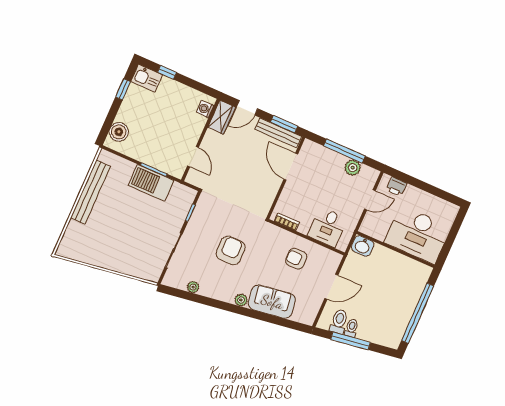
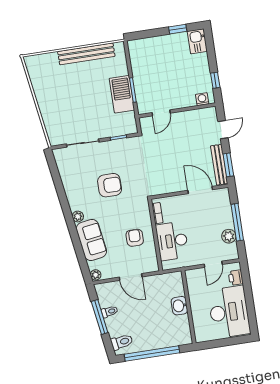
window: (167, 72) -> (215, 80), moved
door: (247, 108) -> (223, 130), swing flipped
wardrobe: (222, 117) -> (204, 115), removed
boiler: (119, 132) -> (144, 46), removed
door: (291, 167) -> (200, 190), hinge flipped
door: (370, 200) -> (213, 264), hinge flipped
desk: (328, 227) -> (172, 241), width x1.37
desk: (418, 235) -> (229, 312), moved, turned 180
washbasin: (363, 246) -> (179, 306), moved
plant: (193, 287) -> (96, 275), moved
toilet: (339, 321) -> (122, 342), moved

